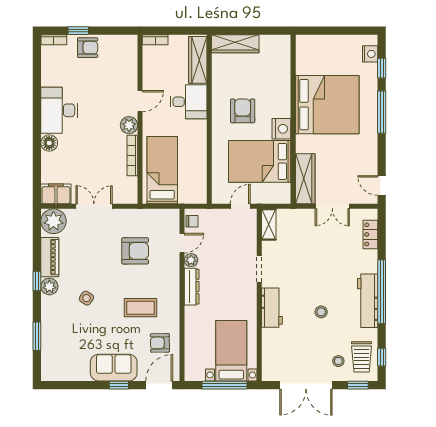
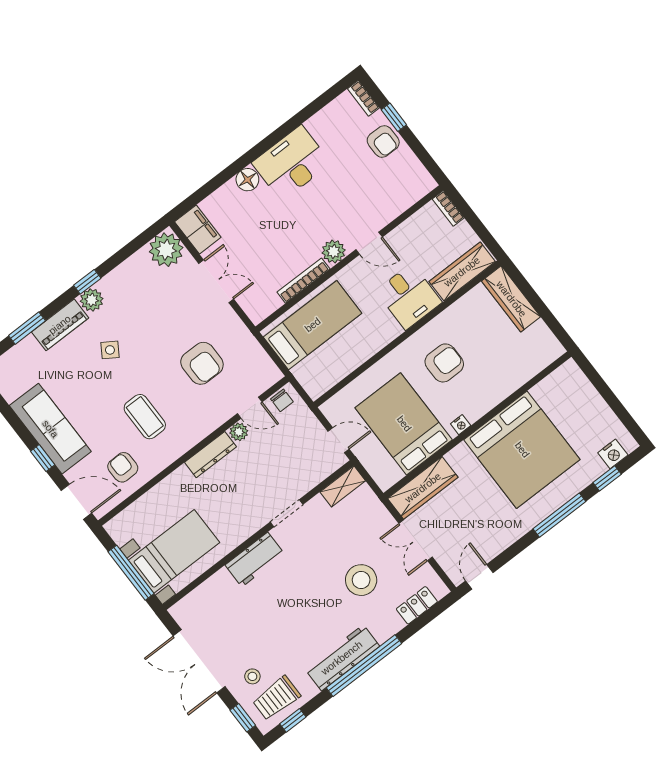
nightstand: (281, 129) -> (461, 425), width x0.53, depth x0.56
piano: (50, 257) -> (60, 325), moved
stool: (321, 312) -> (361, 580), moved, width x1.89, depth x1.89
sofa: (114, 368) -> (50, 429), width x1.36

